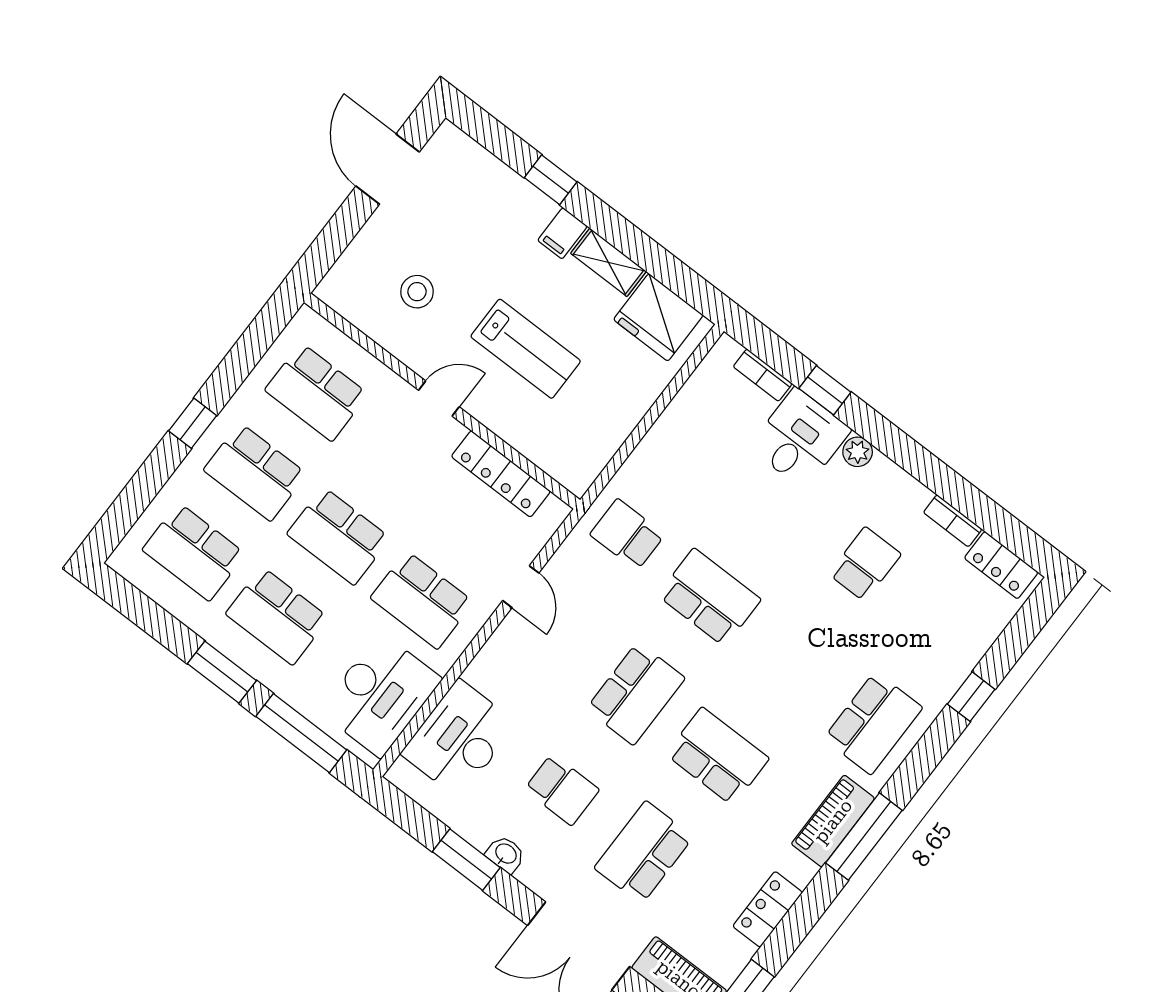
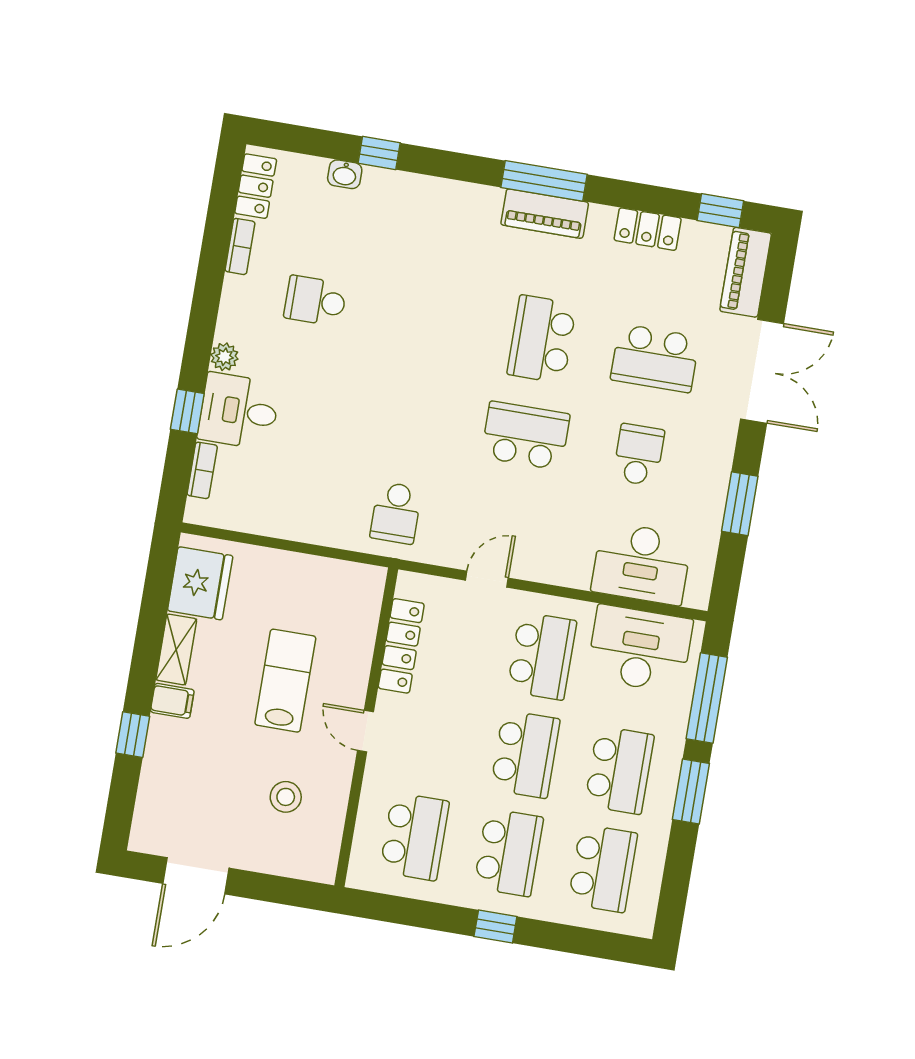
school desk: (709, 597) -> (412, 416), removed
school desk: (873, 723) -> (445, 223), removed
washbasin: (506, 854) -> (345, 174), moved, turned -90

